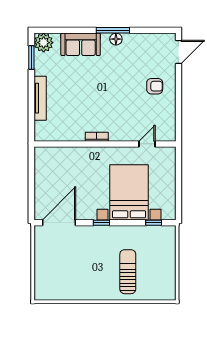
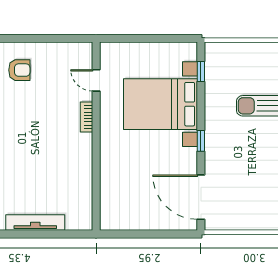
armchair: (155, 86) -> (19, 70), turned 90
bookcase: (97, 137) -> (86, 117), moved

